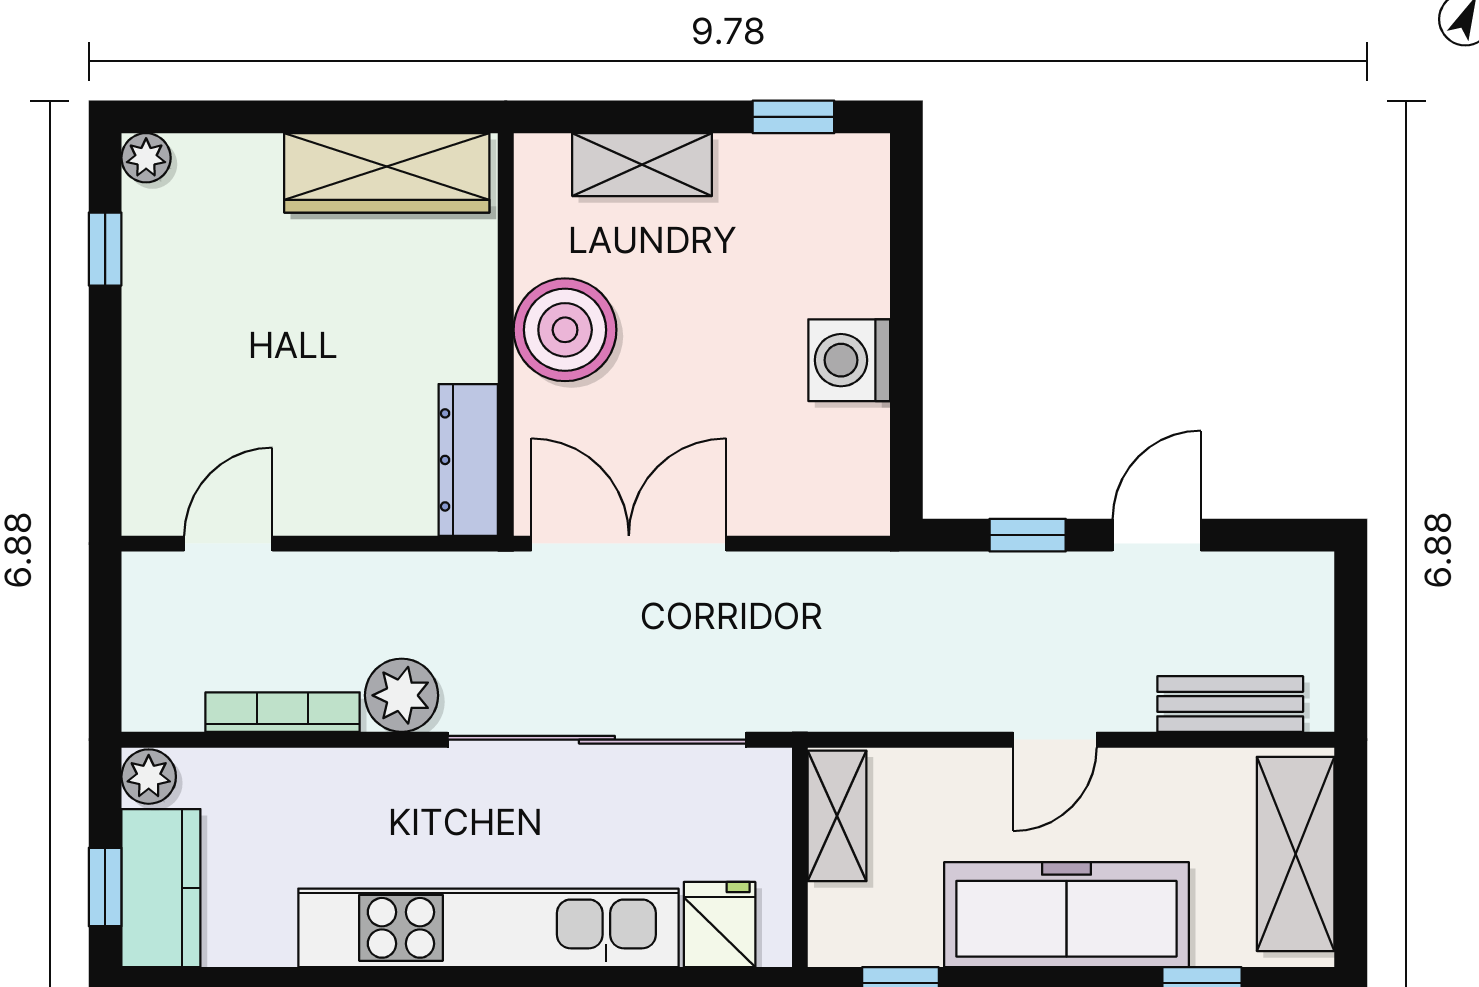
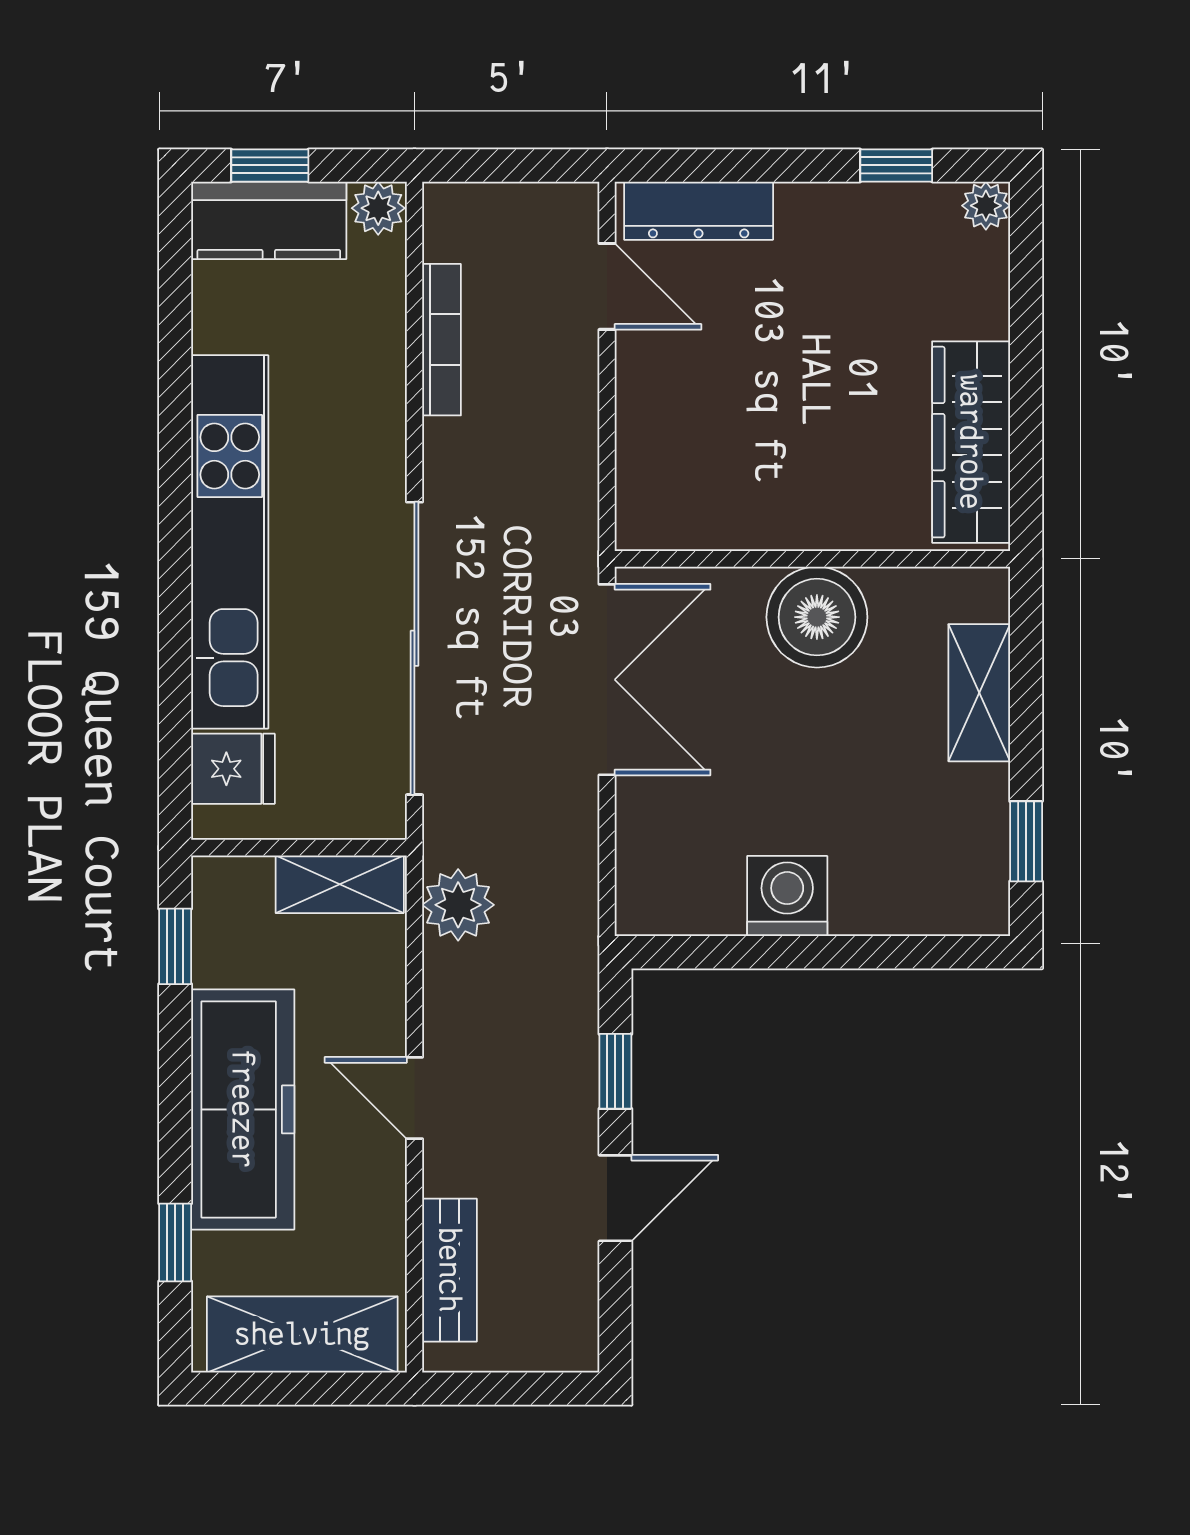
dresser: (468, 460) -> (699, 211), moved, turned 180
door: (1157, 535) -> (615, 1198), hinge flipped
plant: (402, 695) -> (458, 905), moved

